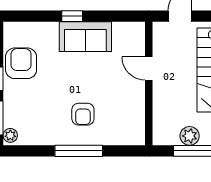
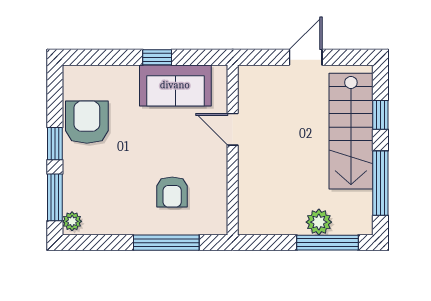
door: (149, 68) -> (233, 129), moved
wall: (149, 83) -> (233, 150), moved

